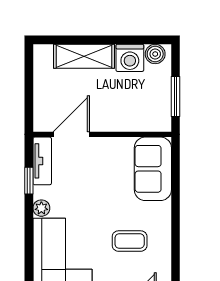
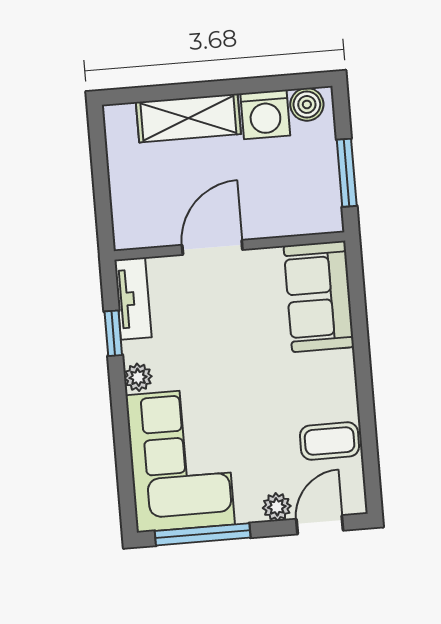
door: (71, 134) -> (212, 247), moved
coffee table: (130, 241) -> (330, 441), moved

